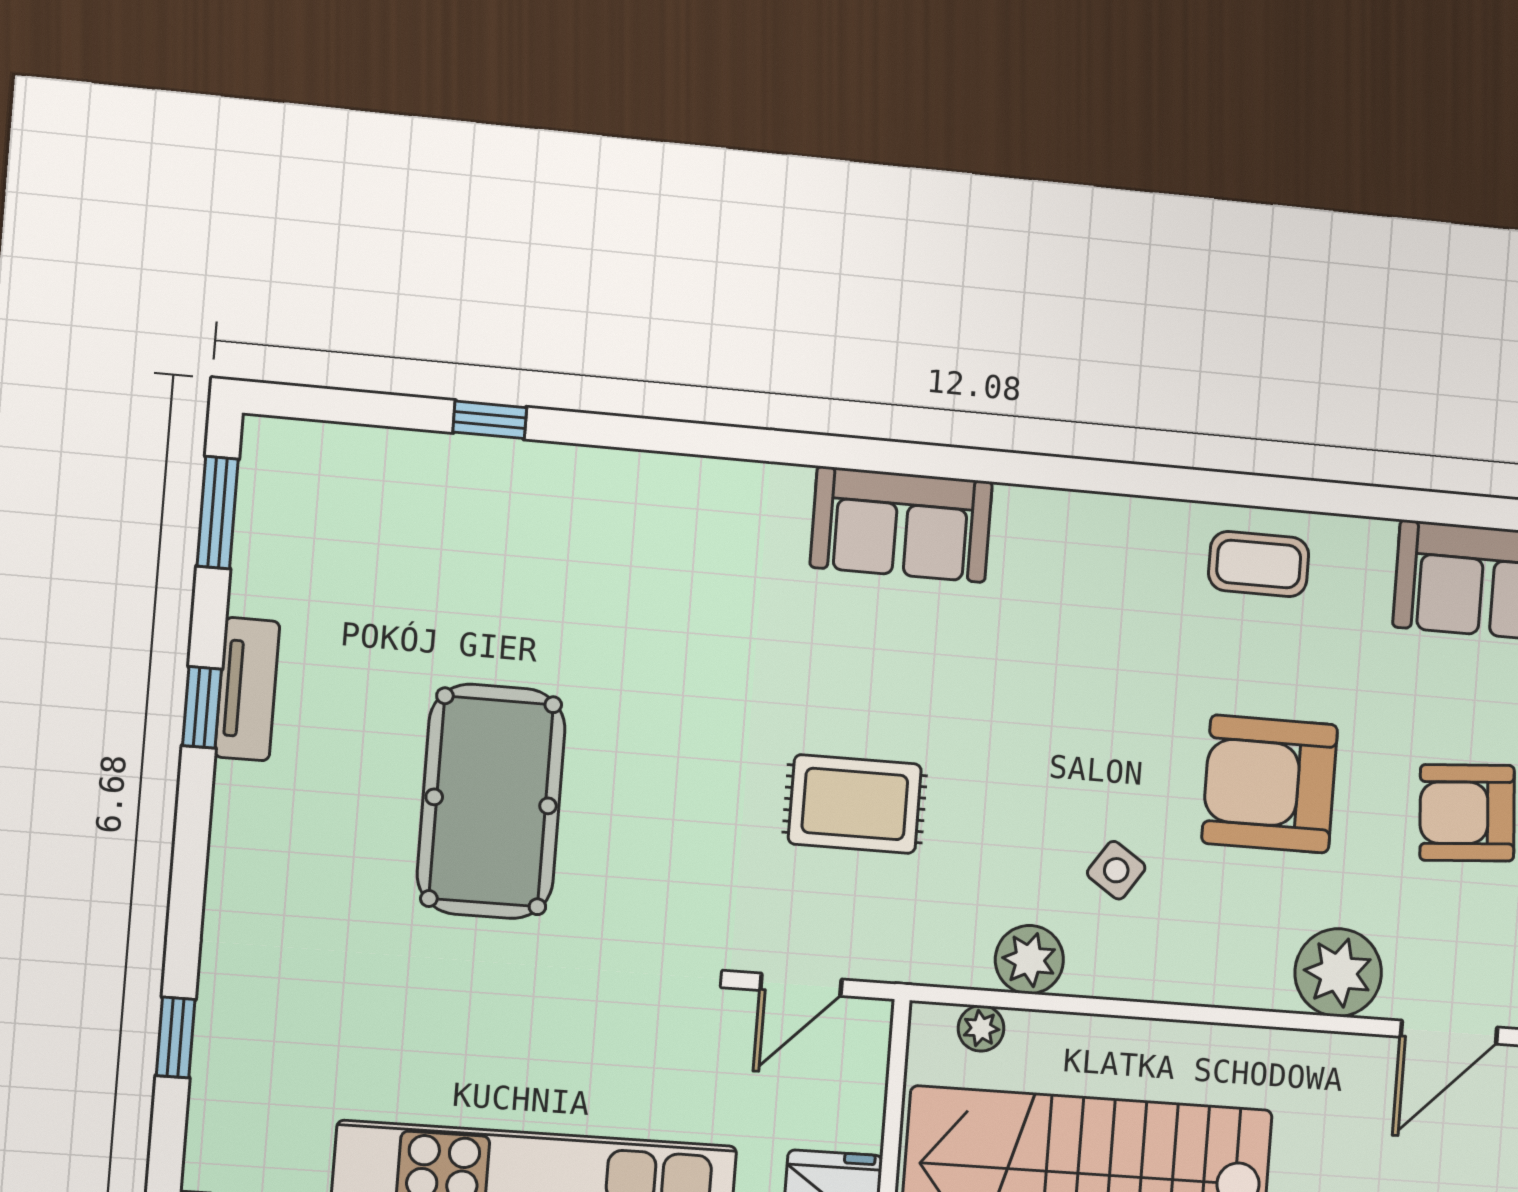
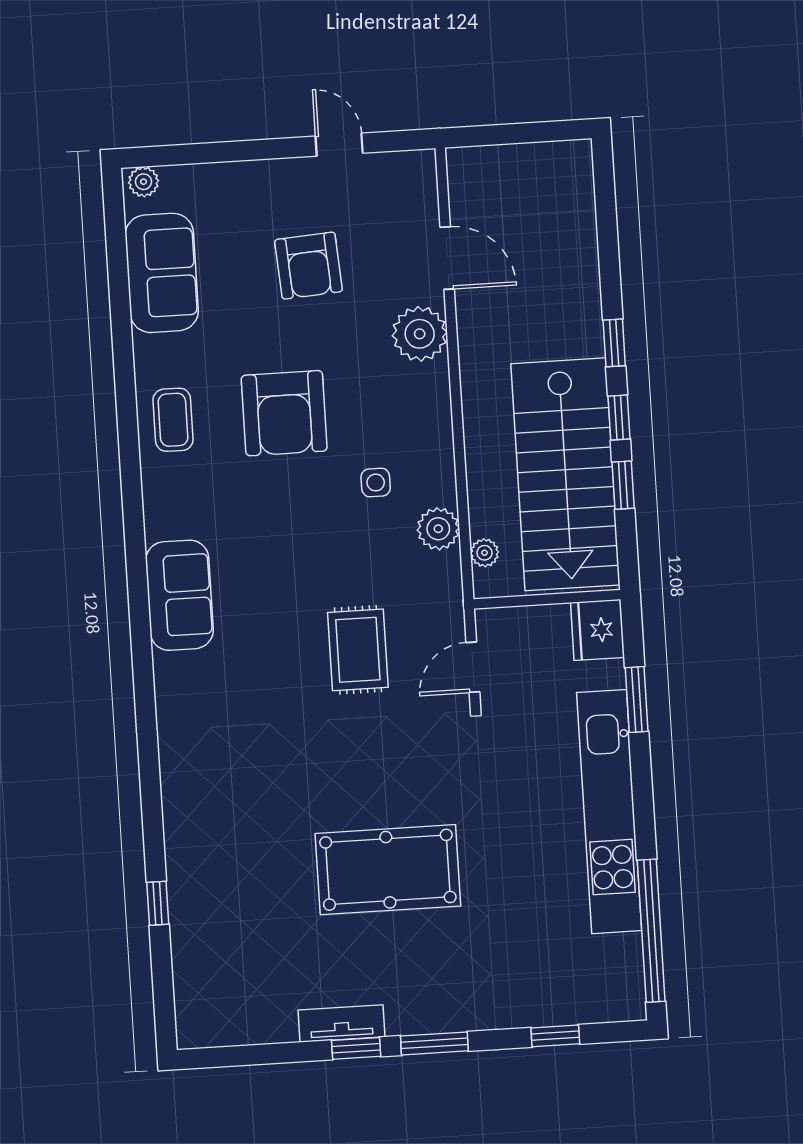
window: (218, 512) -> (434, 1043), moved
sofa: (901, 524) -> (179, 595), moved
armchair: (1270, 784) -> (284, 413), moved
side table: (1116, 870) -> (376, 482), turned -34
door: (801, 985) -> (473, 667), swing flipped

